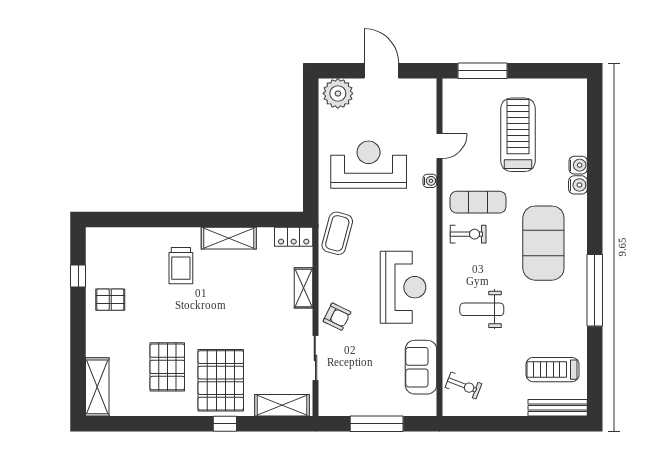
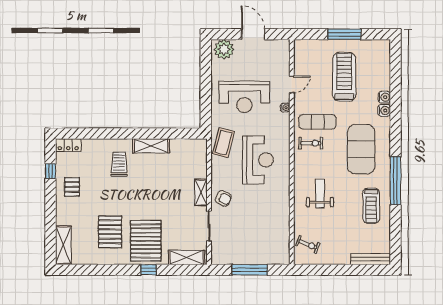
window: (483, 71) -> (344, 34), moved
reception desk: (369, 165) -> (244, 97), turned 180
locker: (294, 237) -> (68, 145), moved
trolley: (181, 266) -> (119, 164), turned 180
reception desk: (403, 287) -> (258, 160), moved
shelving: (303, 288) -> (201, 193), moved
pallet: (110, 300) -> (72, 187), turned 90
weight bench: (482, 309) -> (320, 193), turned 90
sofa: (421, 367) -> (279, 232), removed
treadmill: (553, 370) -> (371, 206), moved, turned -90

